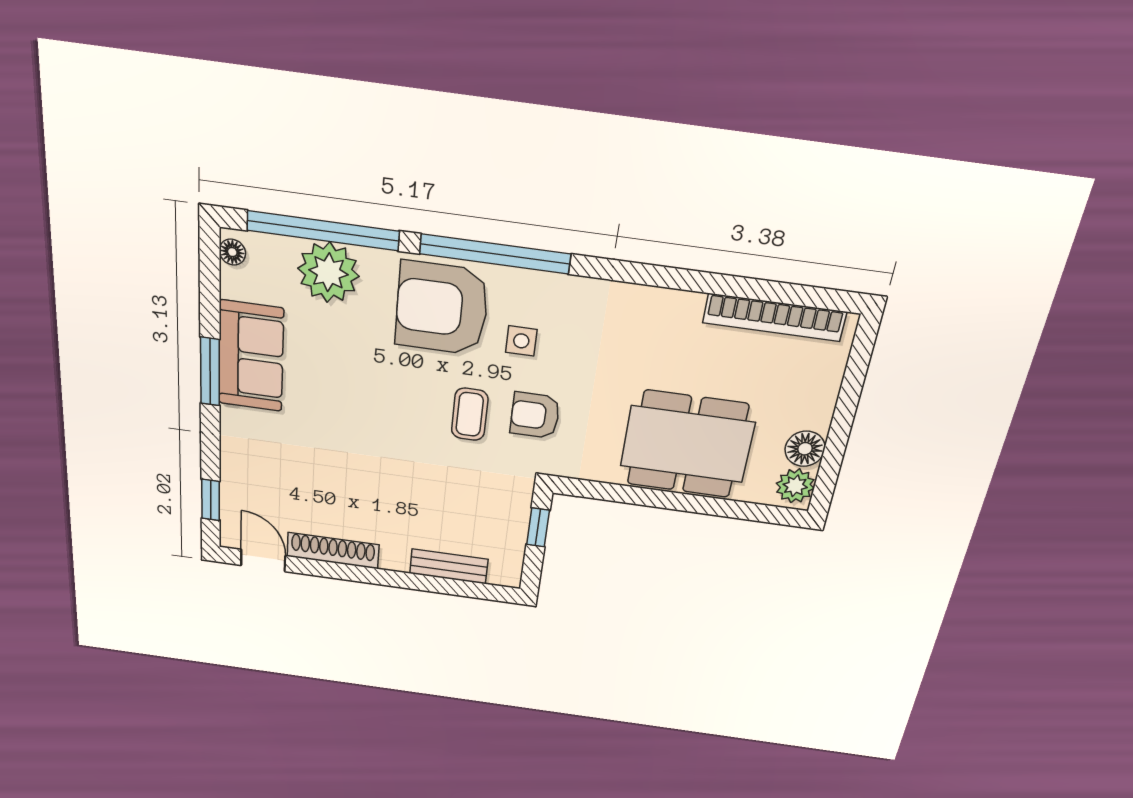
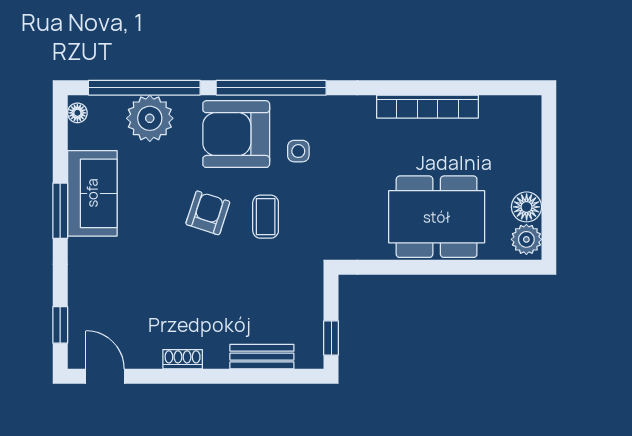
bookcase: (774, 317) -> (427, 107), moved
armchair: (535, 415) -> (208, 213), moved, turned 108
window: (538, 527) -> (331, 338), moved
shoe rack: (333, 551) -> (183, 359), width x0.51, depth x0.81

